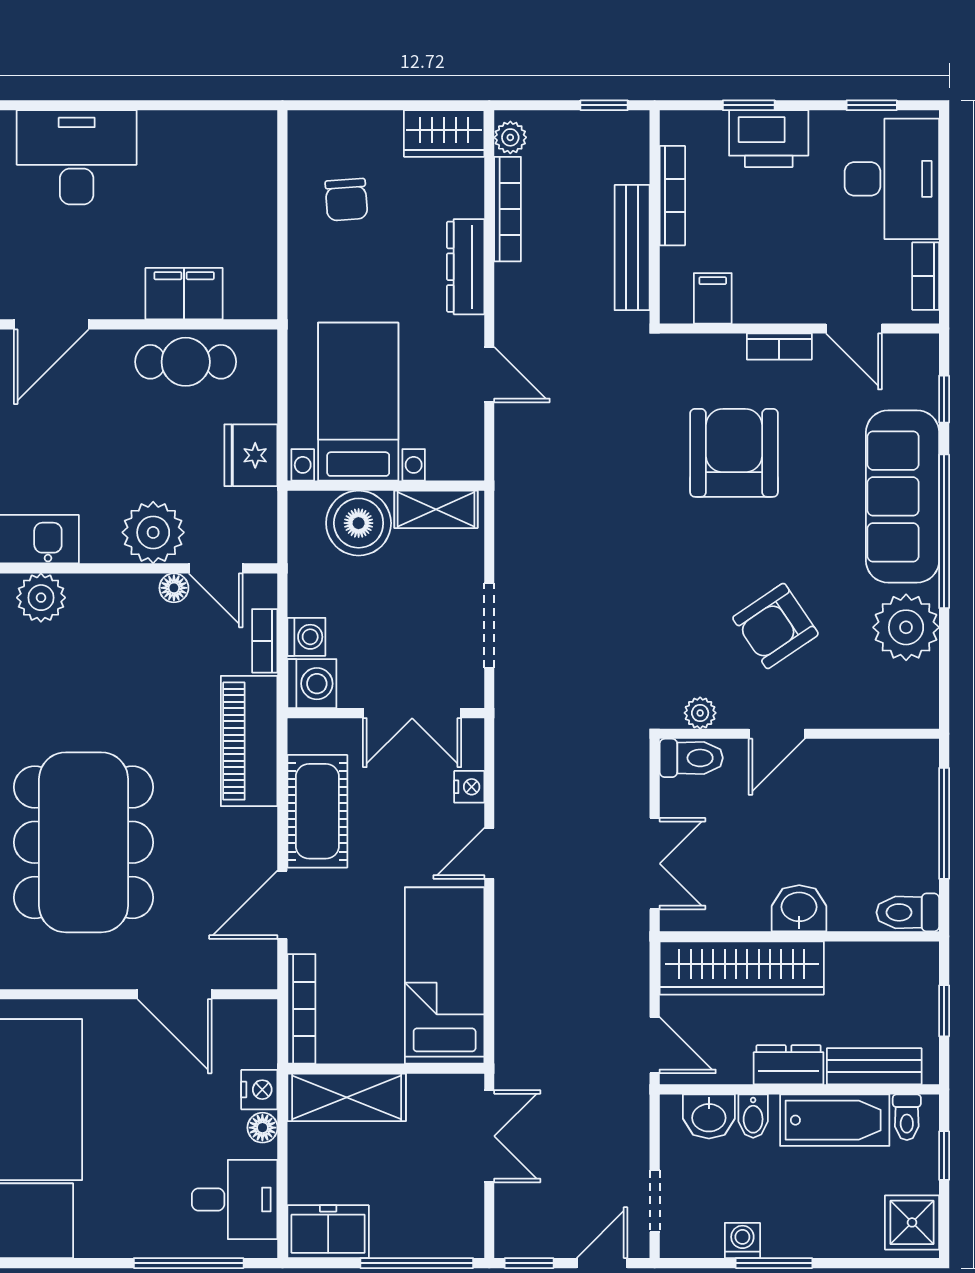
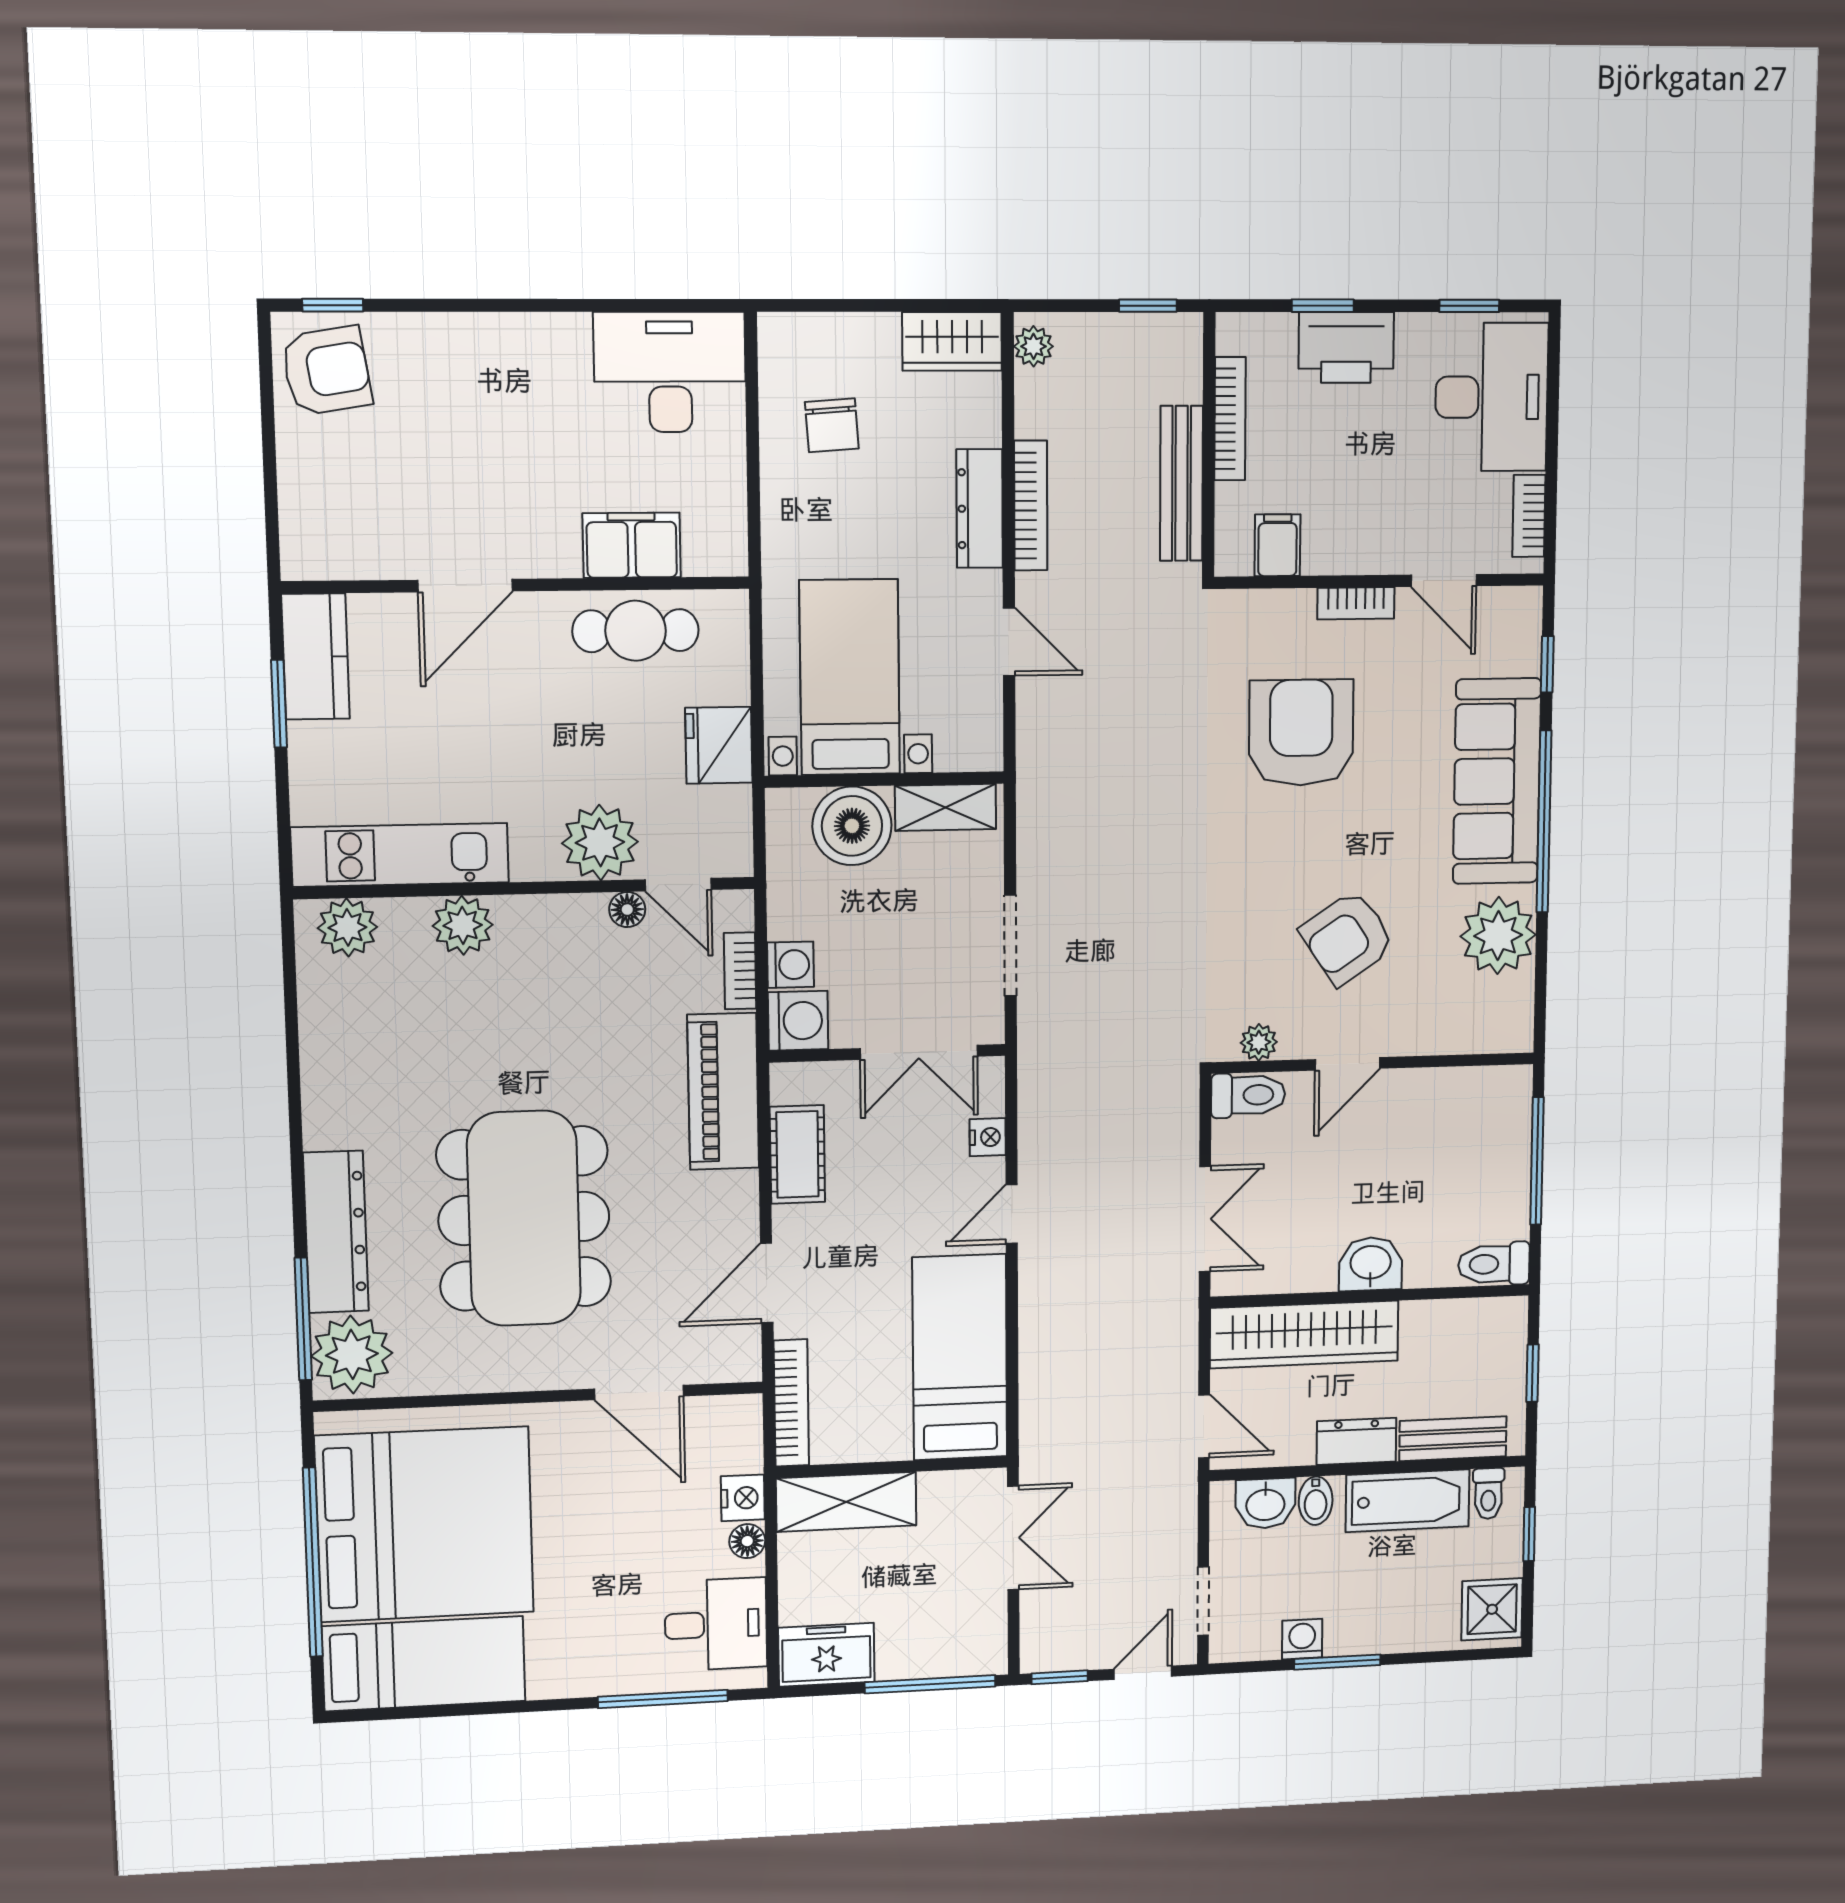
desk: (77, 157) -> (670, 372), moved
bookcase: (508, 209) -> (1031, 506), moved
cot: (317, 811) -> (797, 1154), width x0.73, depth x0.75

